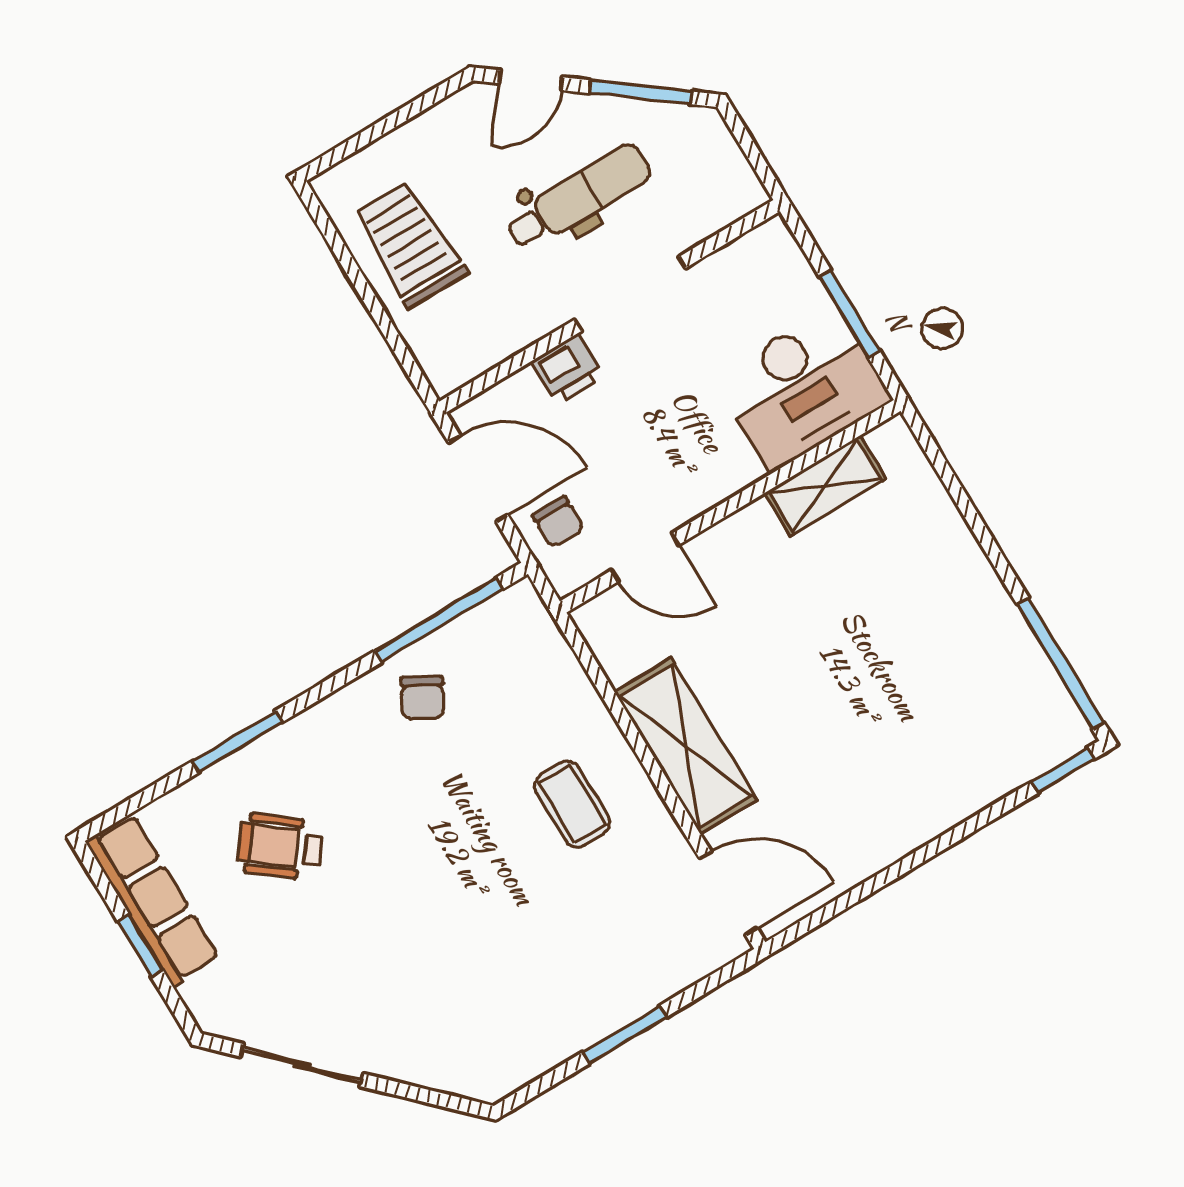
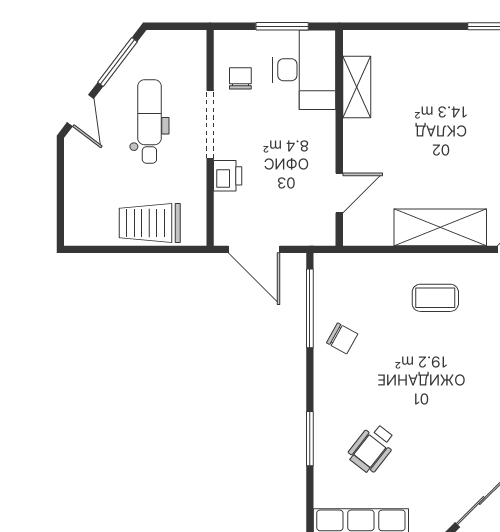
trolley: (410, 244) -> (150, 223), moved
door: (478, 479) -> (254, 249), swing flipped
chair: (558, 522) -> (240, 78), moved, turned -90

